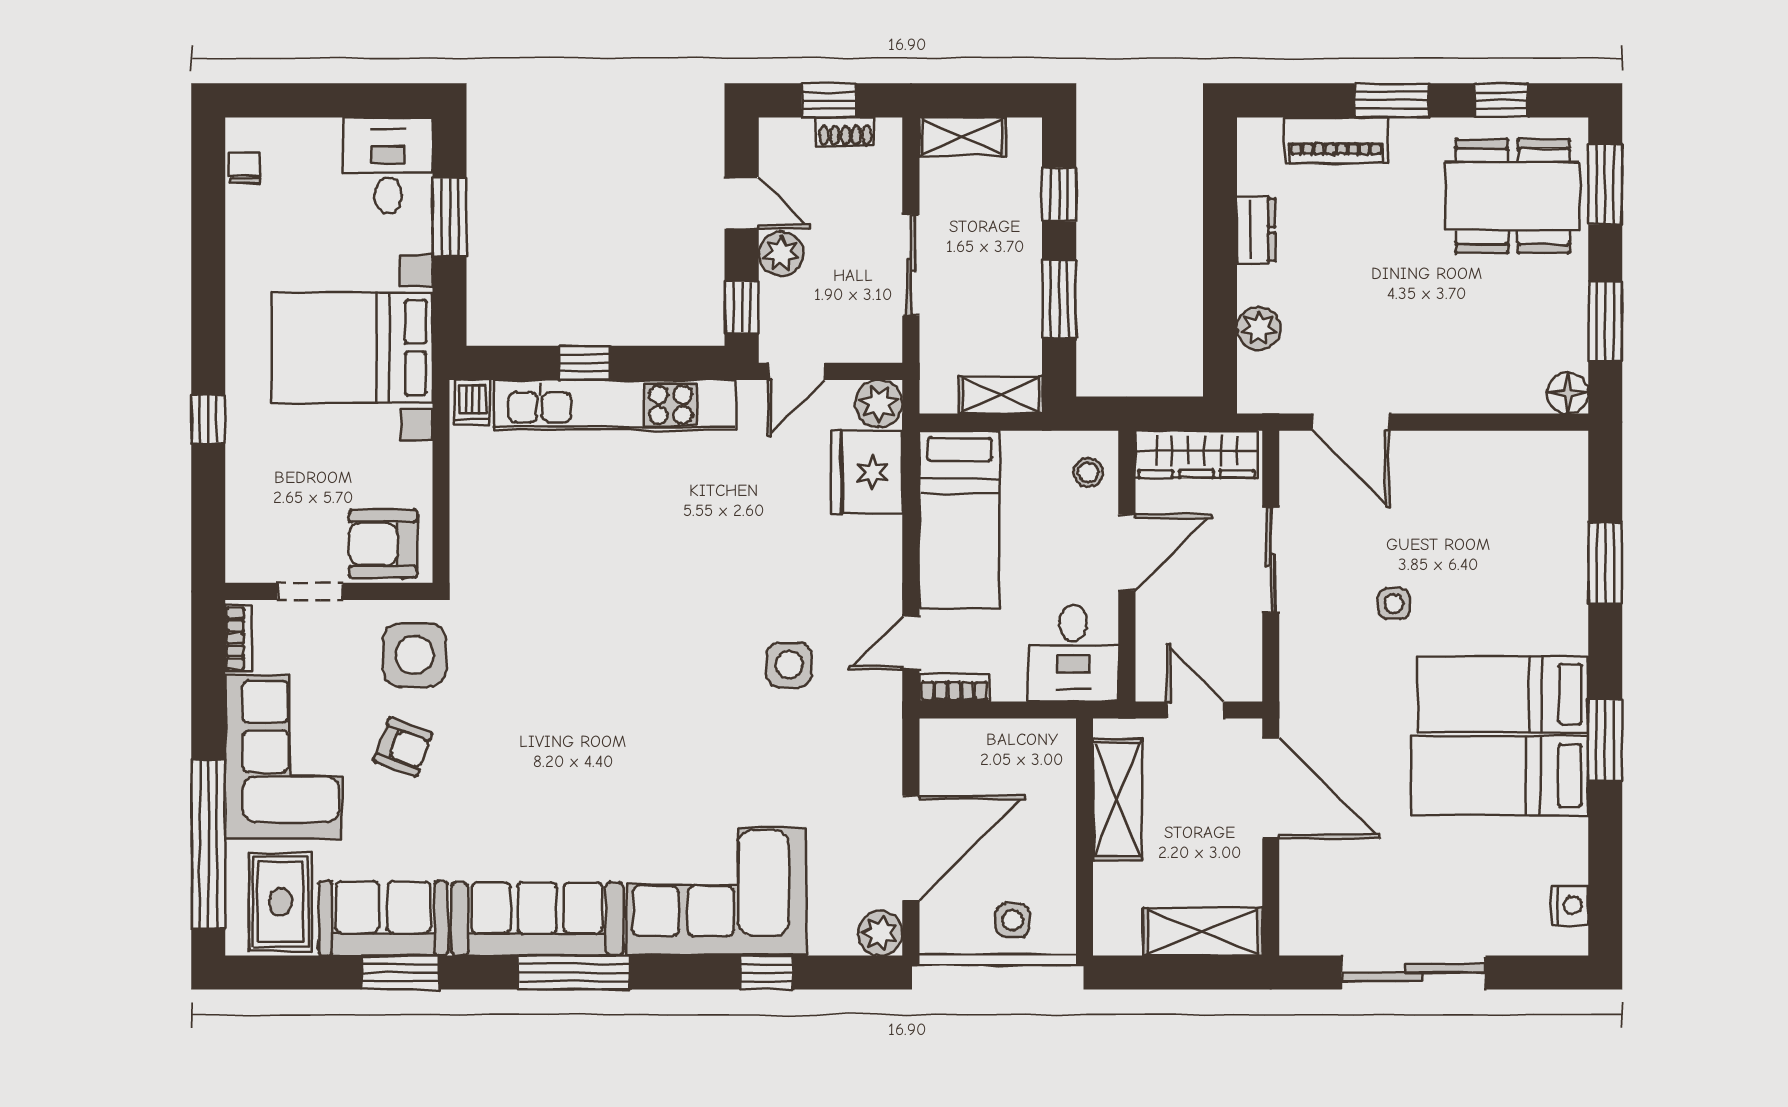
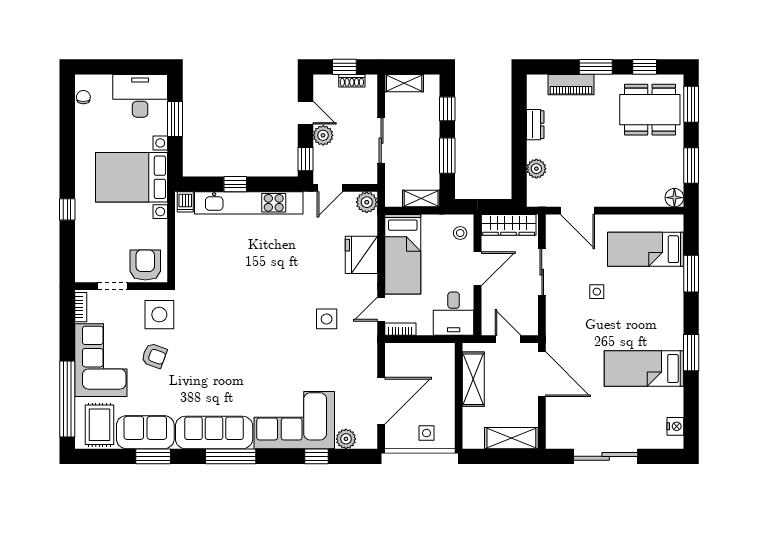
desk: (388, 165) -> (140, 96), width x1.37
fridge: (867, 472) -> (361, 255), moved
armchair: (383, 544) -> (145, 265), turned 90
bed: (1503, 694) -> (646, 249), moved
plant: (880, 933) -> (346, 439), moved

